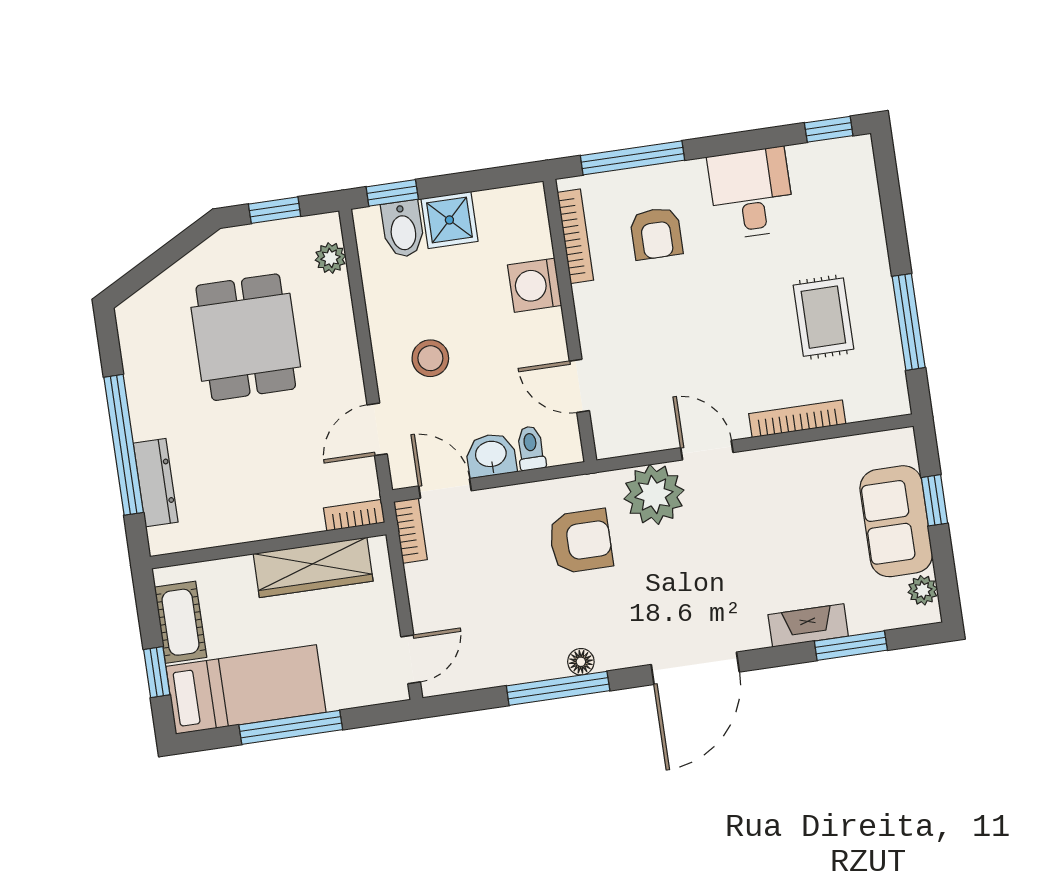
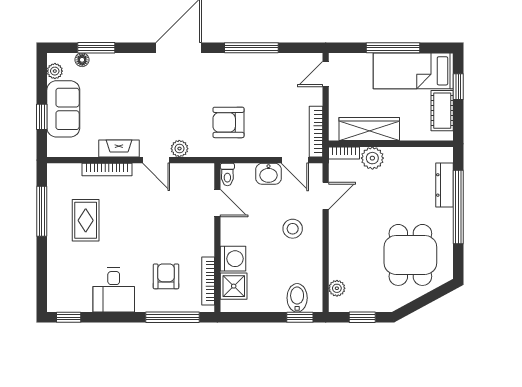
shower: (449, 220) -> (234, 286), moved
dining table: (246, 337) -> (410, 255), moved
toilet: (531, 448) -> (227, 174), moved
plant: (654, 494) -> (179, 149), width x0.53, depth x0.53
plant: (299, 513) -> (372, 158), added
bookcase: (410, 531) -> (316, 132), width x1.56
fireplace: (808, 625) -> (119, 148), moved, turned 180
floor lamp: (581, 662) -> (82, 60), moved

